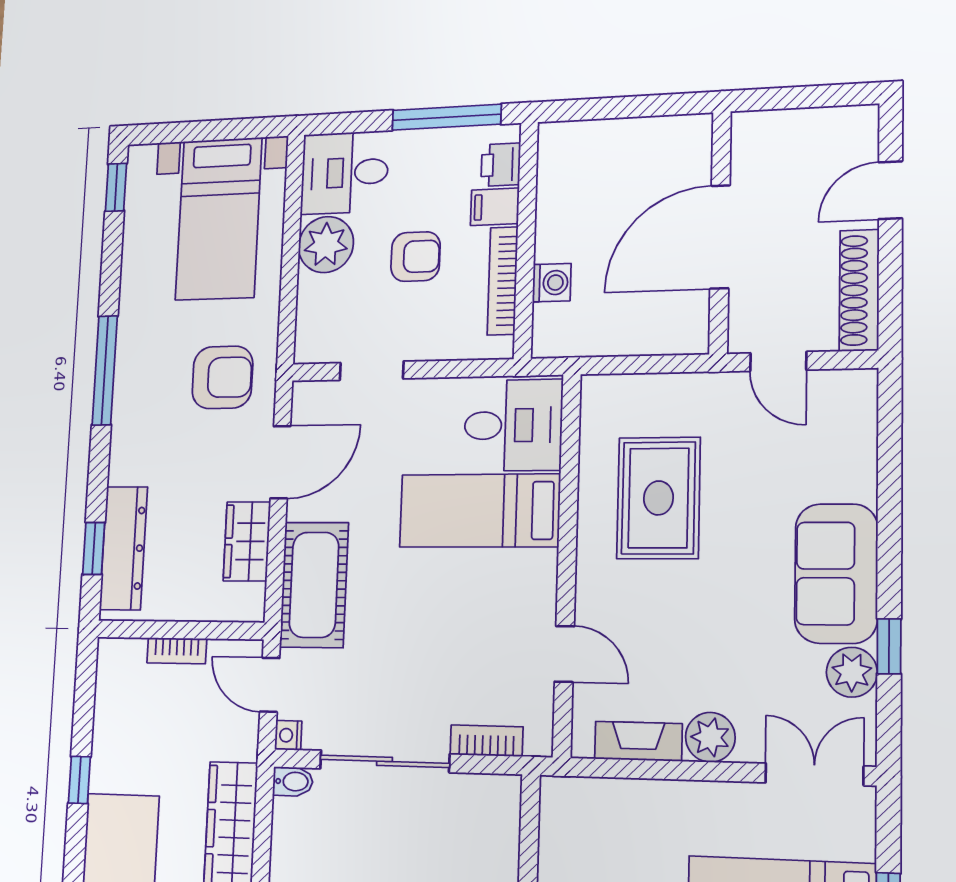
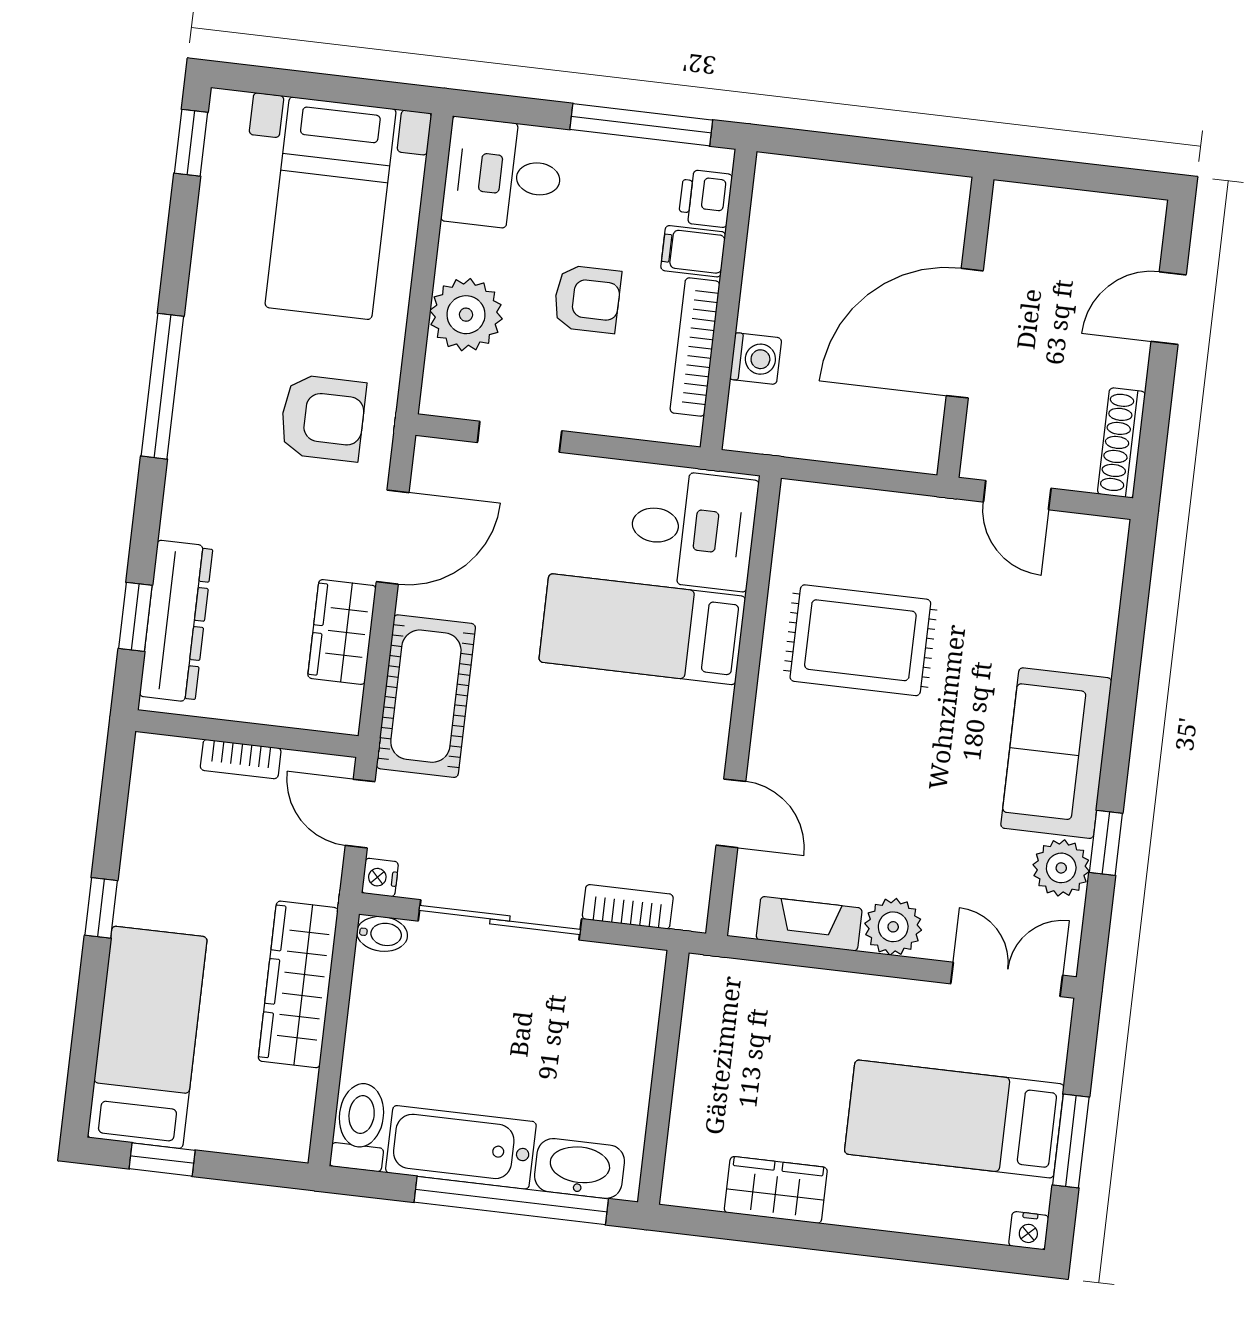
plant: (326, 245) -> (466, 315), moved
shoe rack: (859, 290) -> (1121, 443), width x0.74, depth x0.81
rug: (658, 498) -> (860, 640), turned 90

